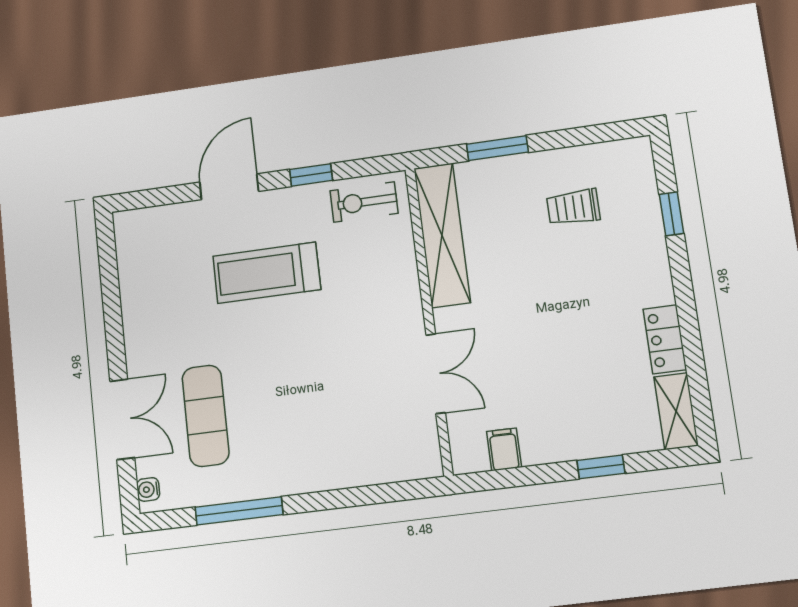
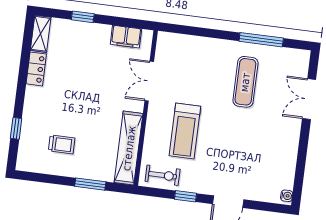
treadmill: (267, 273) -> (185, 131), moved, turned 90
exercise mat: (206, 416) -> (245, 82), moved
filing cabinet: (504, 449) -> (126, 37), width x2.00
water cooler: (148, 489) -> (287, 196), moved

